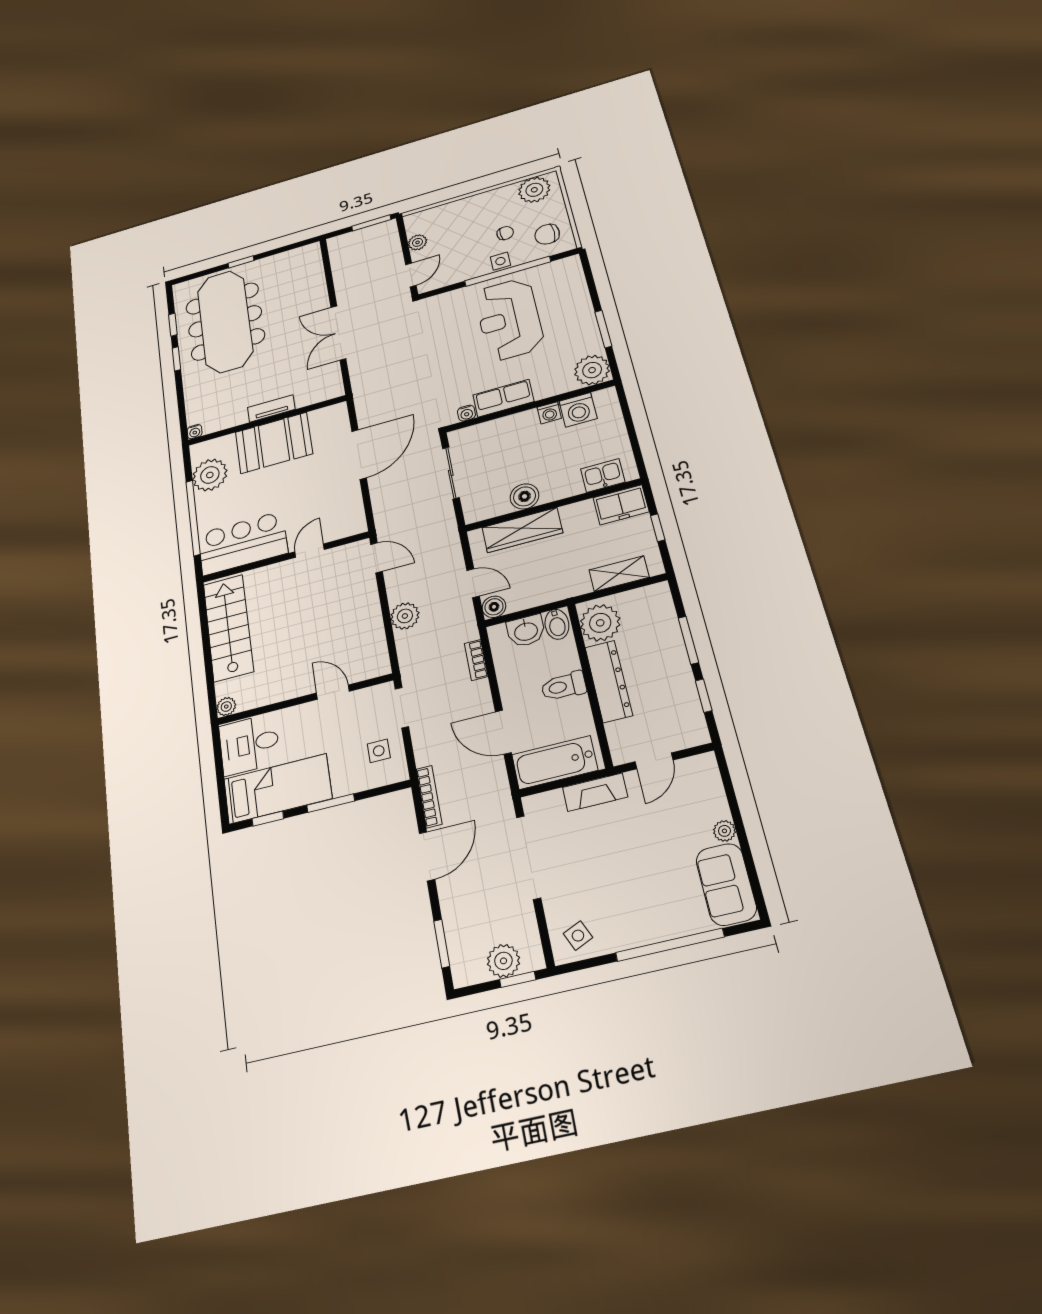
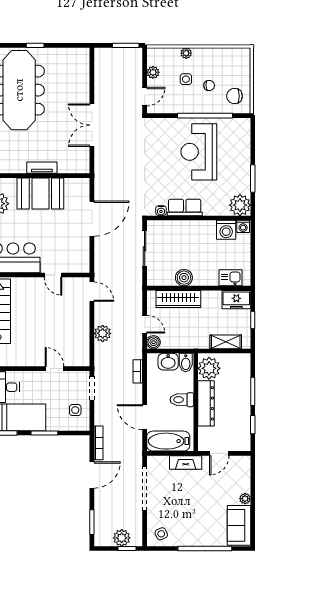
plant: (534, 190) -> (186, 53), moved, width x0.53, depth x0.53
side table: (500, 261) -> (186, 79), moved
washing machine: (549, 413) -> (243, 226), moved
door: (310, 551) -> (53, 275), swing flipped

